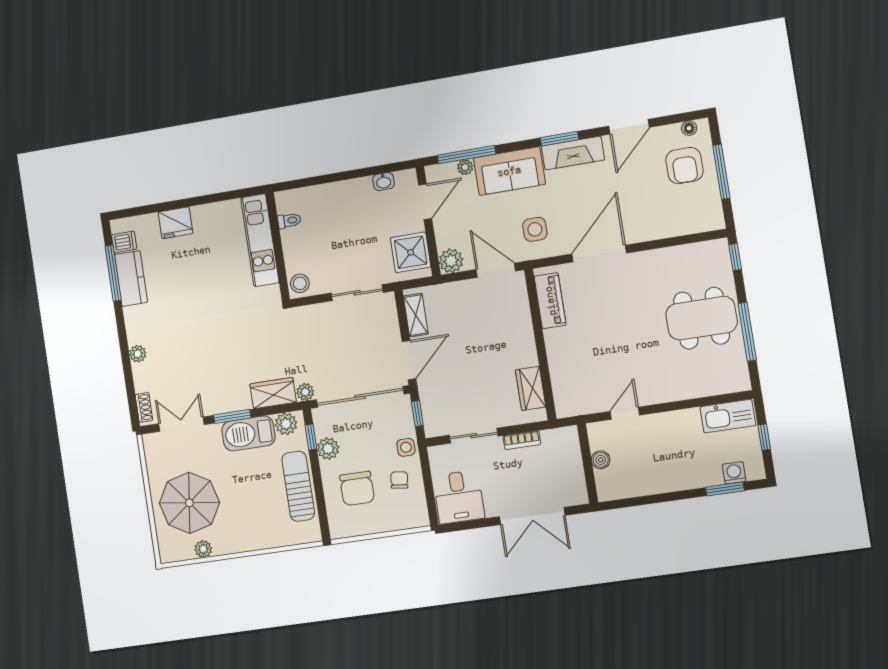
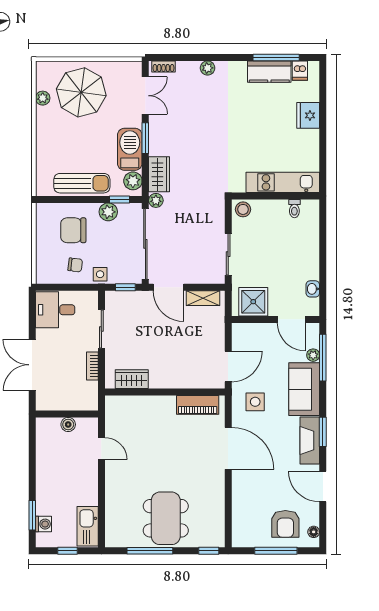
armchair: (684, 166) -> (285, 524), turned -90
plant: (451, 261) -> (241, 333), removed

